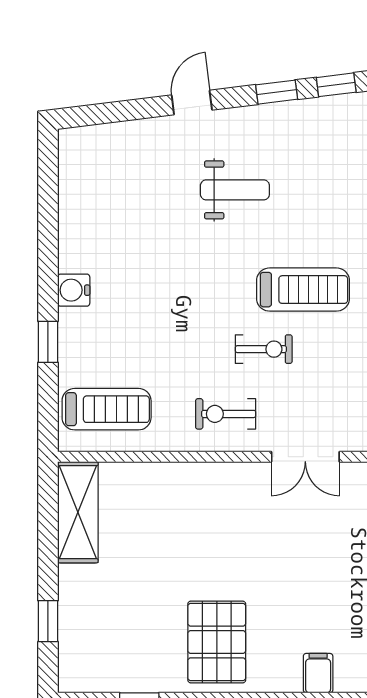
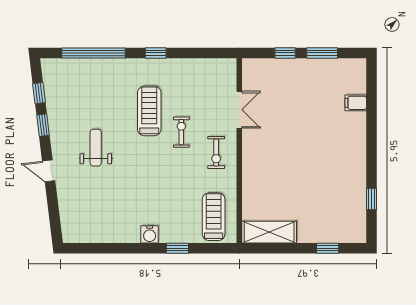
pallet: (217, 642) -> (339, 157), removed

